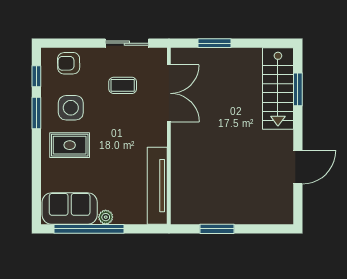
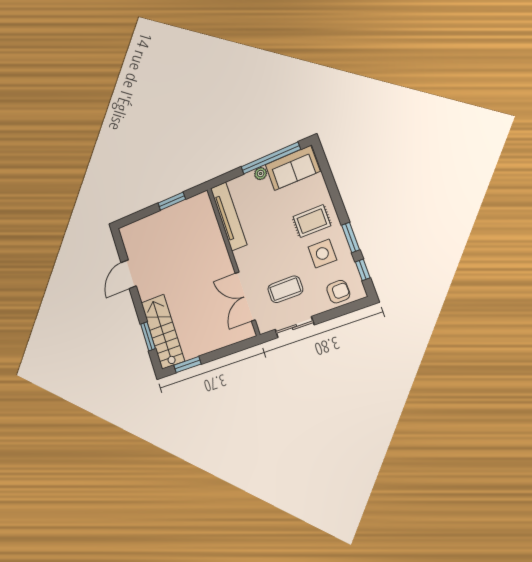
window: (215, 43) -> (187, 365), moved
coffee table: (123, 85) -> (285, 289), width x1.36, depth x1.30

